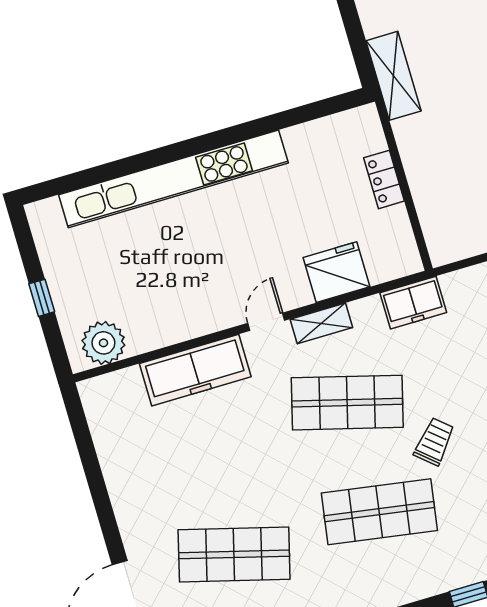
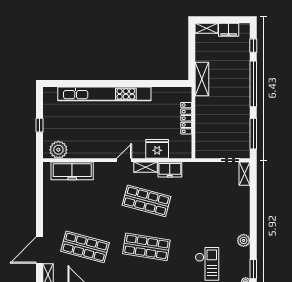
locker: (384, 179) -> (186, 118), width x1.53
freezer: (413, 303) -> (170, 170), moved
freezer: (195, 370) -> (72, 171), moved
trolley: (434, 442) -> (176, 226), removed

